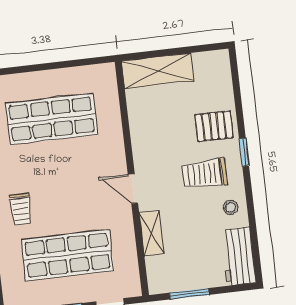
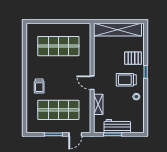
shelving: (158, 71) -> (118, 30), width x1.47
workbench: (238, 256) -> (117, 126), moved, turned 90

